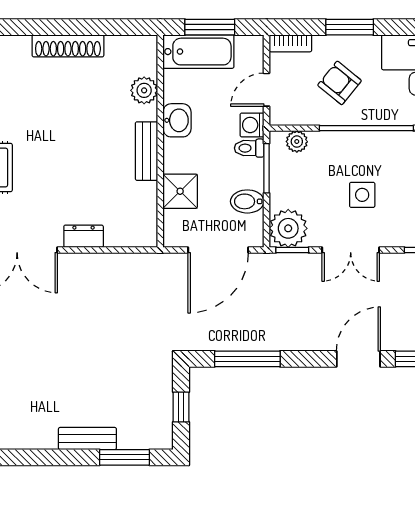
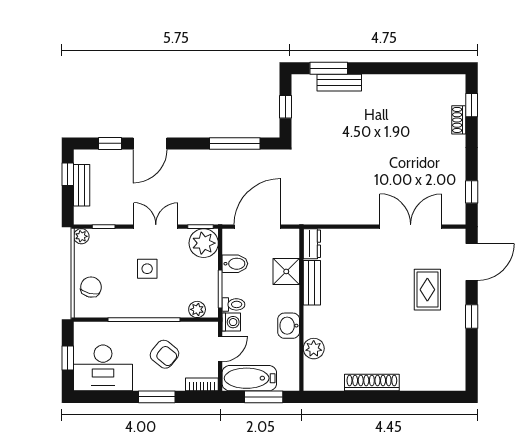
bathtub: (198, 52) -> (249, 378), moved
bench: (147, 151) -> (312, 283), moved
dresser: (84, 236) -> (312, 244), moved, turned -90
bench: (87, 438) -> (339, 83), moved

